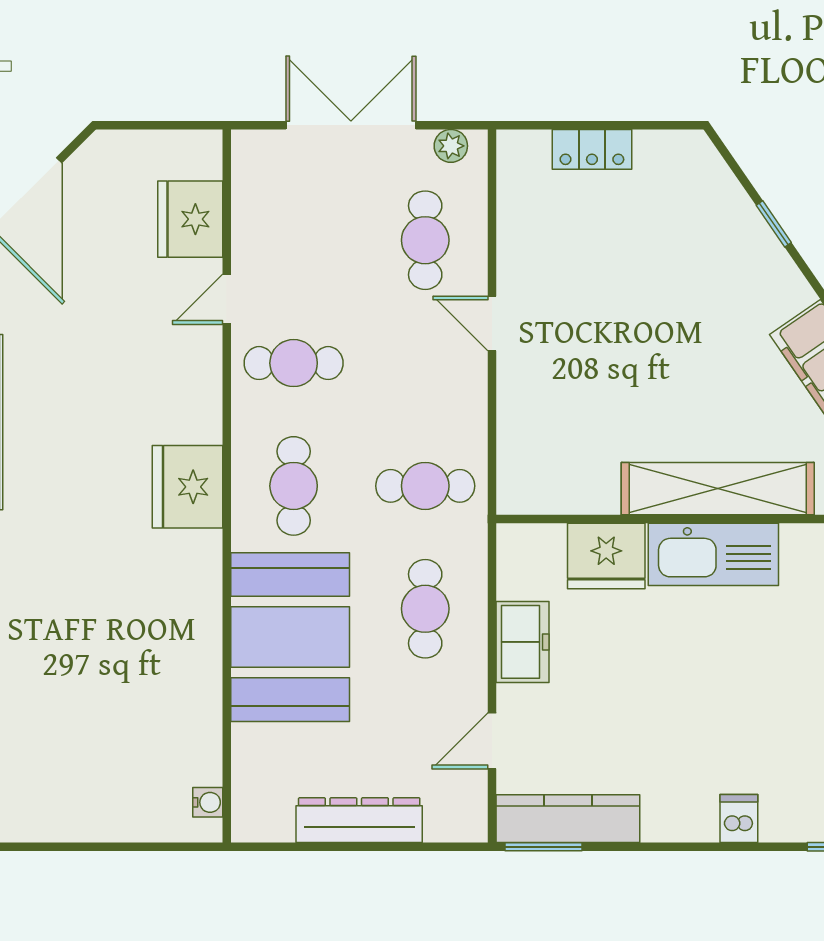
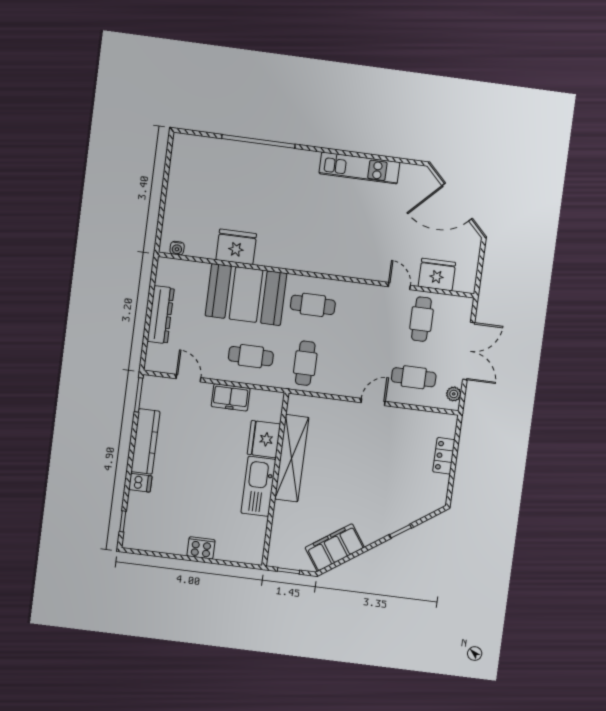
cafe table: (294, 363) -> (421, 319), moved
fridge: (188, 487) -> (236, 247), moved
shelving: (718, 489) -> (292, 458), moved
kitchen counter: (568, 819) -> (145, 441), moved

